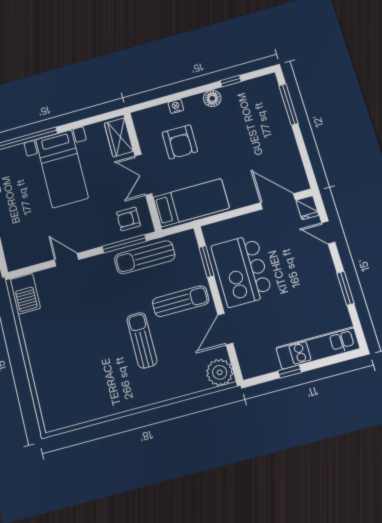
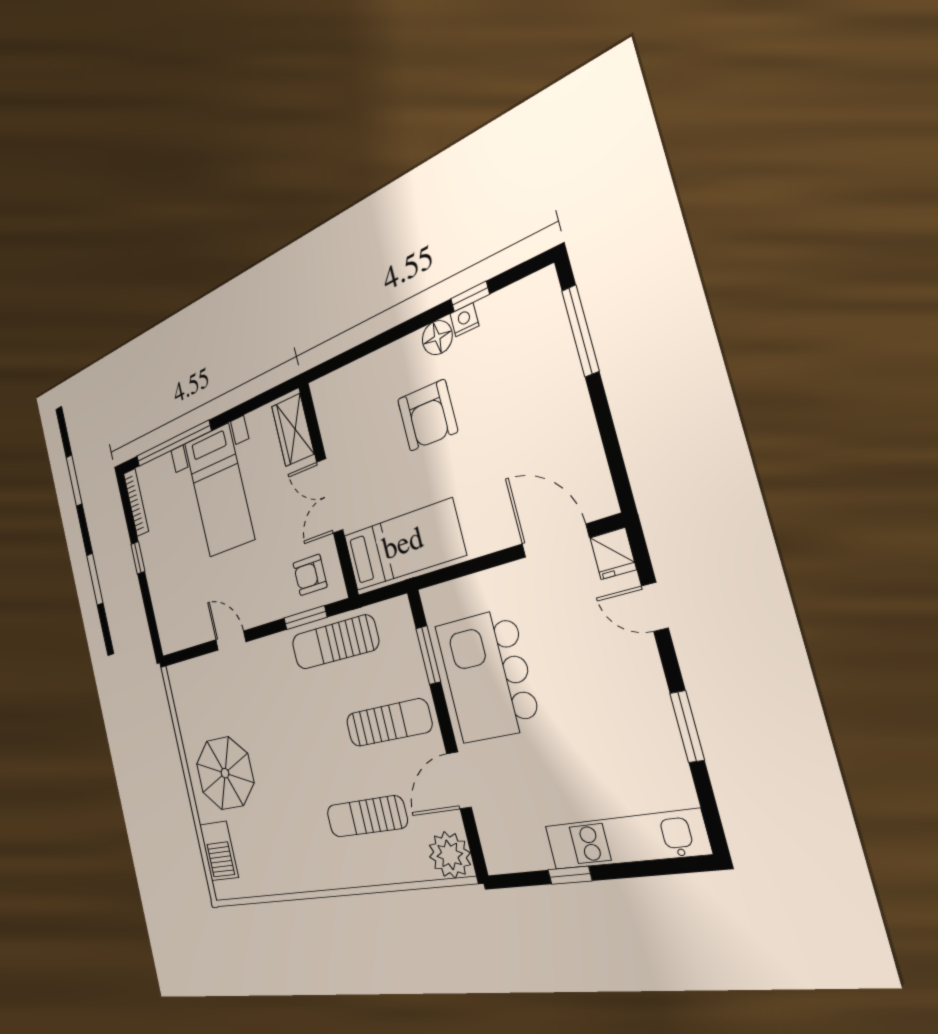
nightstand: (176, 106) -> (464, 320), moved
armchair: (180, 142) -> (427, 415), moved
window: (124, 244) -> (305, 618), width x0.69
barbecue: (25, 294) -> (219, 851), moved
sun lounger: (142, 340) -> (367, 817), moved, turned -90
parasol: (57, 345) -> (225, 773), added

